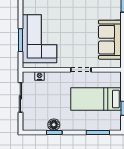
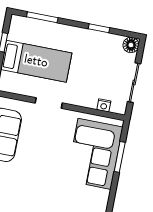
floor lamp: (54, 125) -> (131, 45), moved

